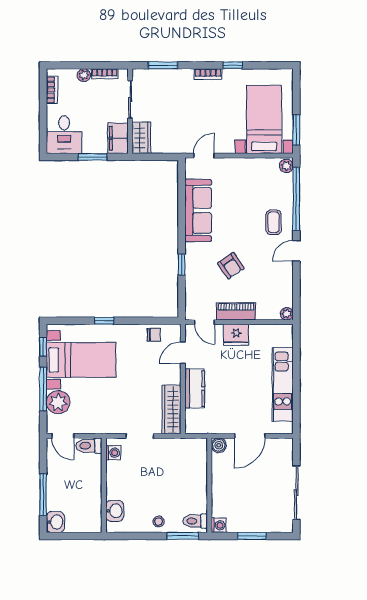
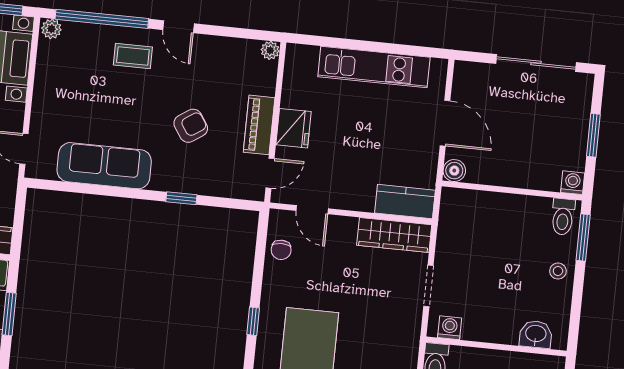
chair: (154, 335) -> (281, 250), turned 180
kitchen counter: (195, 389) -> (405, 202), moved

